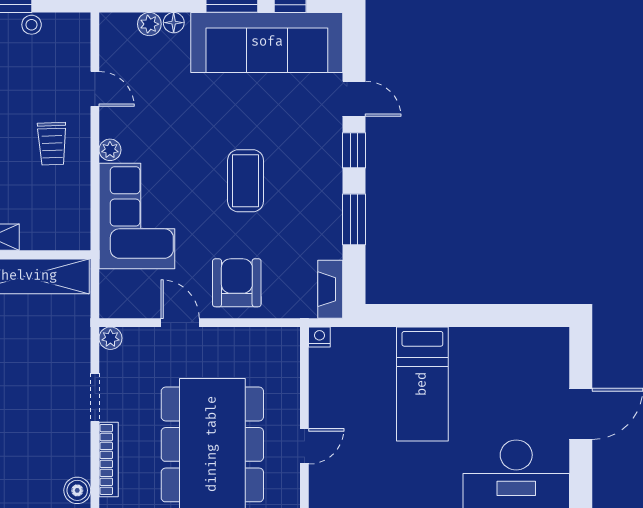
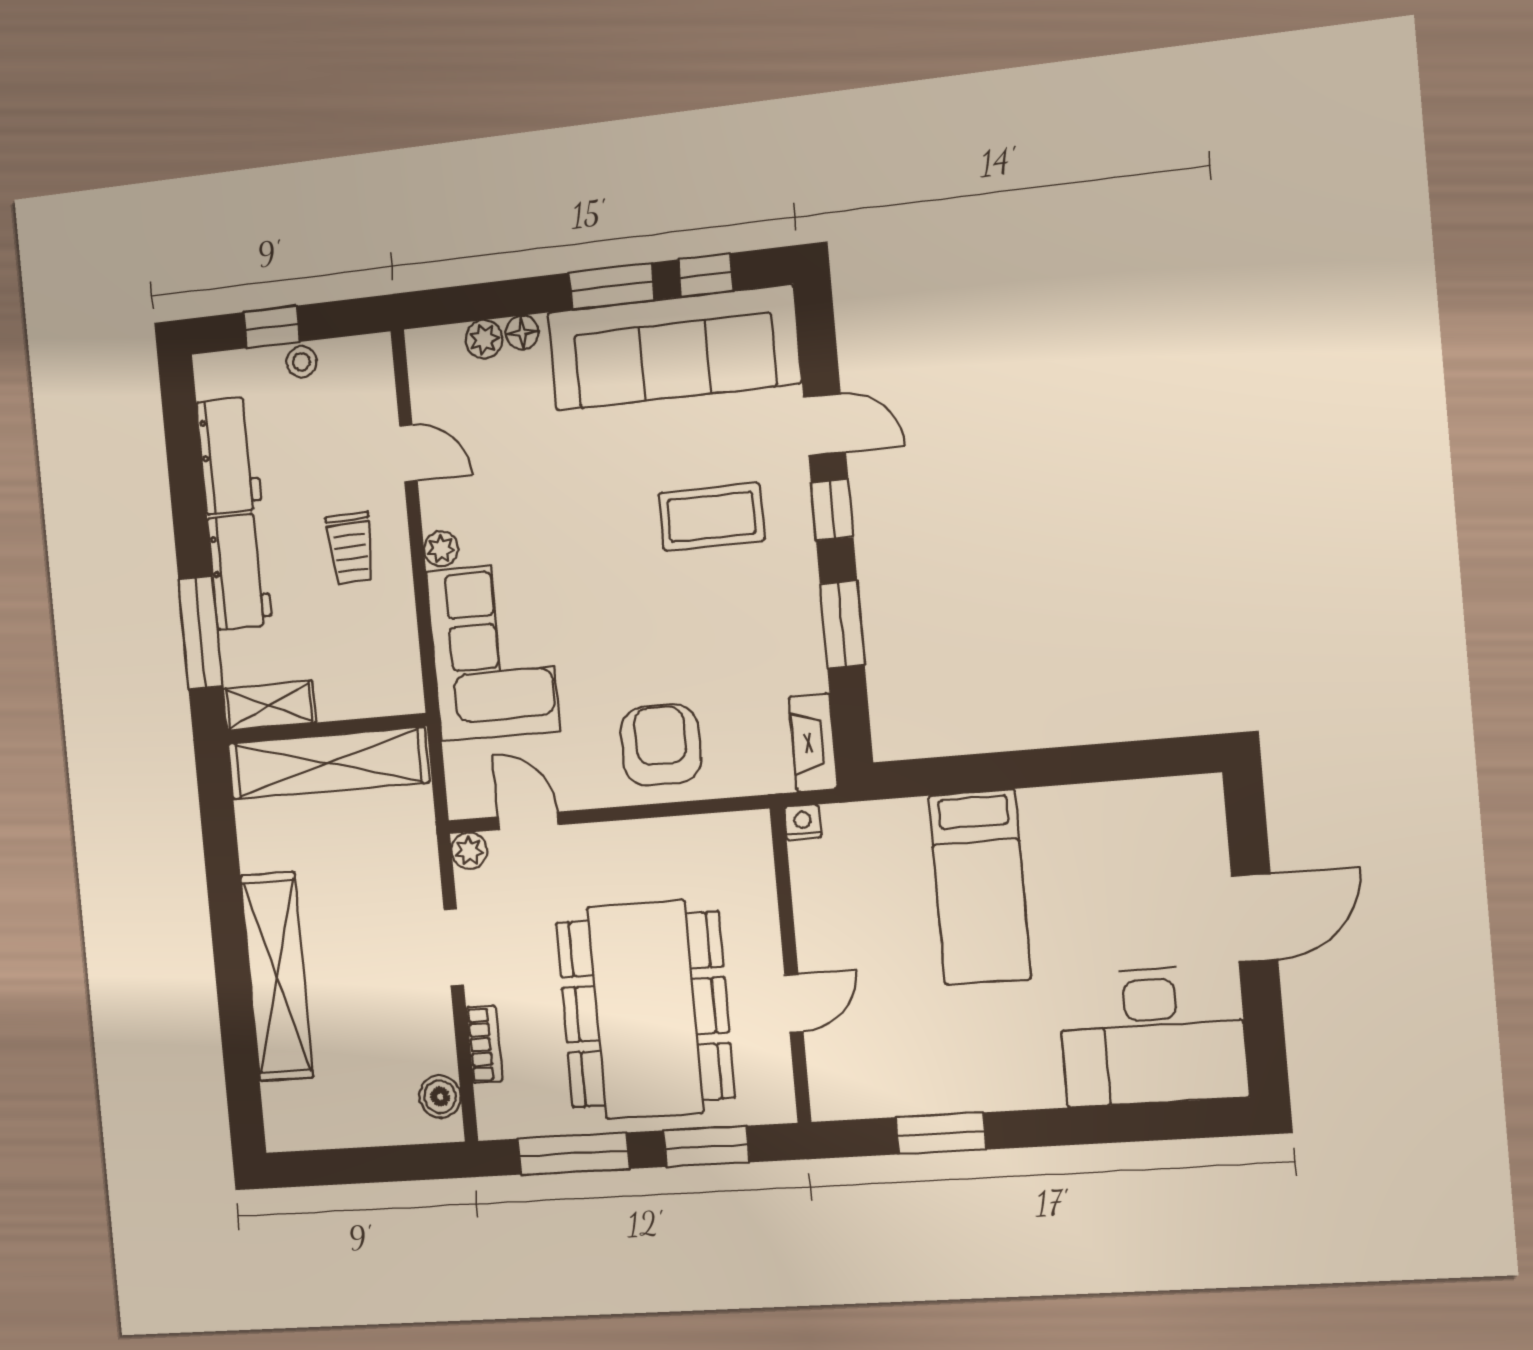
coffee table: (246, 181) -> (711, 517), moved, turned 90
door: (180, 323) -> (528, 821), moved
bookcase: (109, 459) -> (484, 1044), width x0.64

